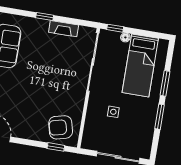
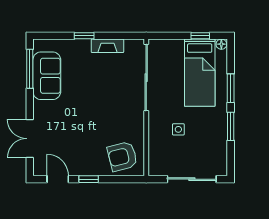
window: (115, 28) -> (200, 36), moved
floor lamp: (125, 37) -> (221, 44), moved
window: (56, 147) -> (89, 179), moved

